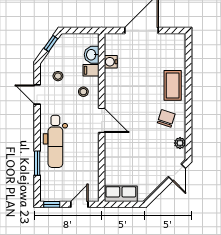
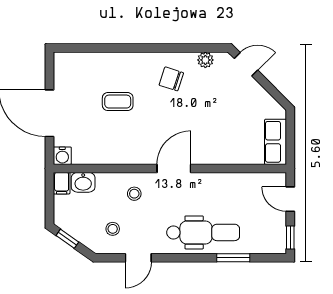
water cooler: (111, 62) -> (62, 156), moved
filing cabinet: (91, 70) -> (62, 183), moved
coffee table: (173, 85) -> (118, 102), moved, width x0.73, depth x0.77

